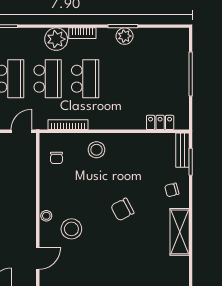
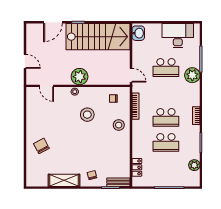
plant: (124, 36) -> (194, 165), moved
plant: (56, 39) -> (192, 75), moved
school desk: (48, 79) -> (166, 142), moved
plant: (24, 209) -> (80, 77), added
chair: (122, 209) -> (41, 146), moved
stool: (71, 229) -> (87, 115), moved

